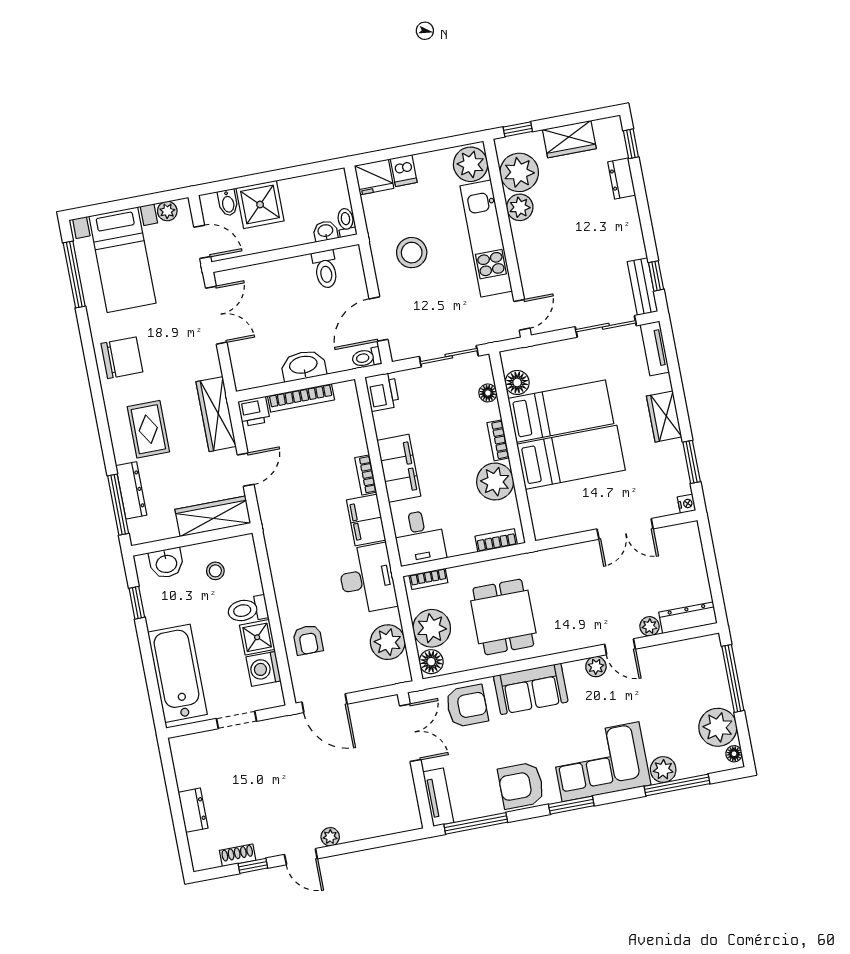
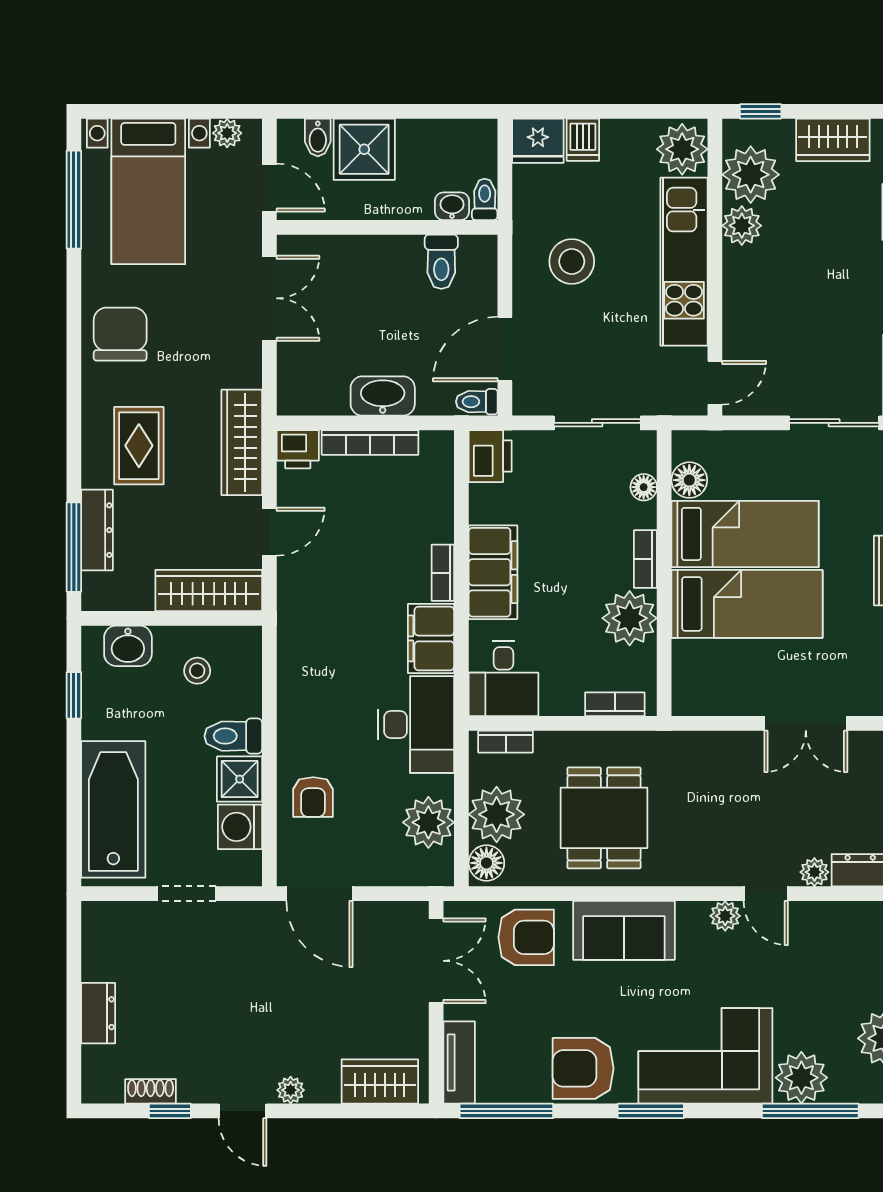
chair: (122, 358) -> (120, 334), turned -90
plant: (663, 770) -> (801, 1078), width x1.36, depth x1.36
wardrobe: (388, 820) -> (380, 1082), added

